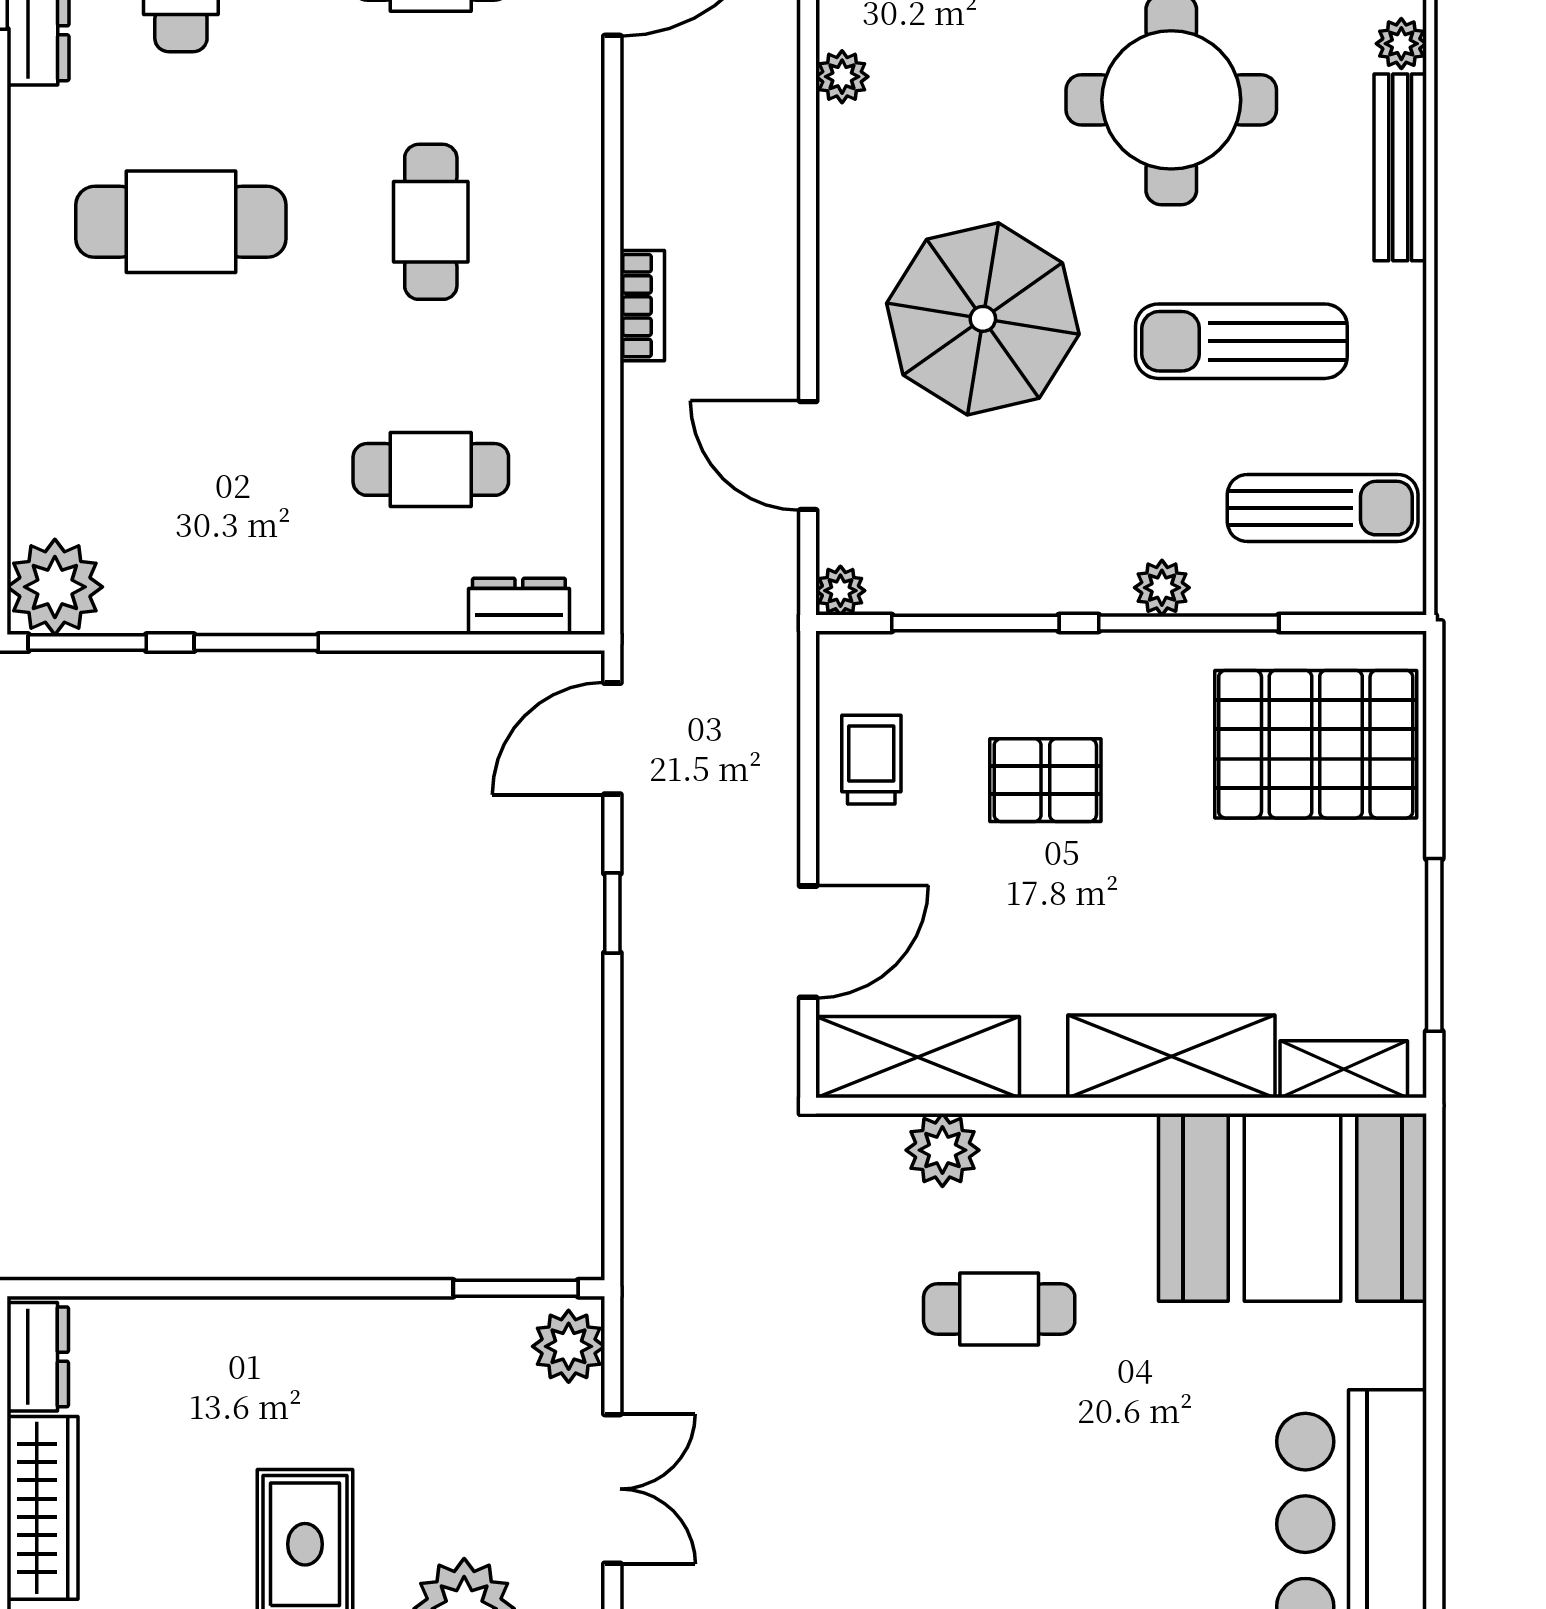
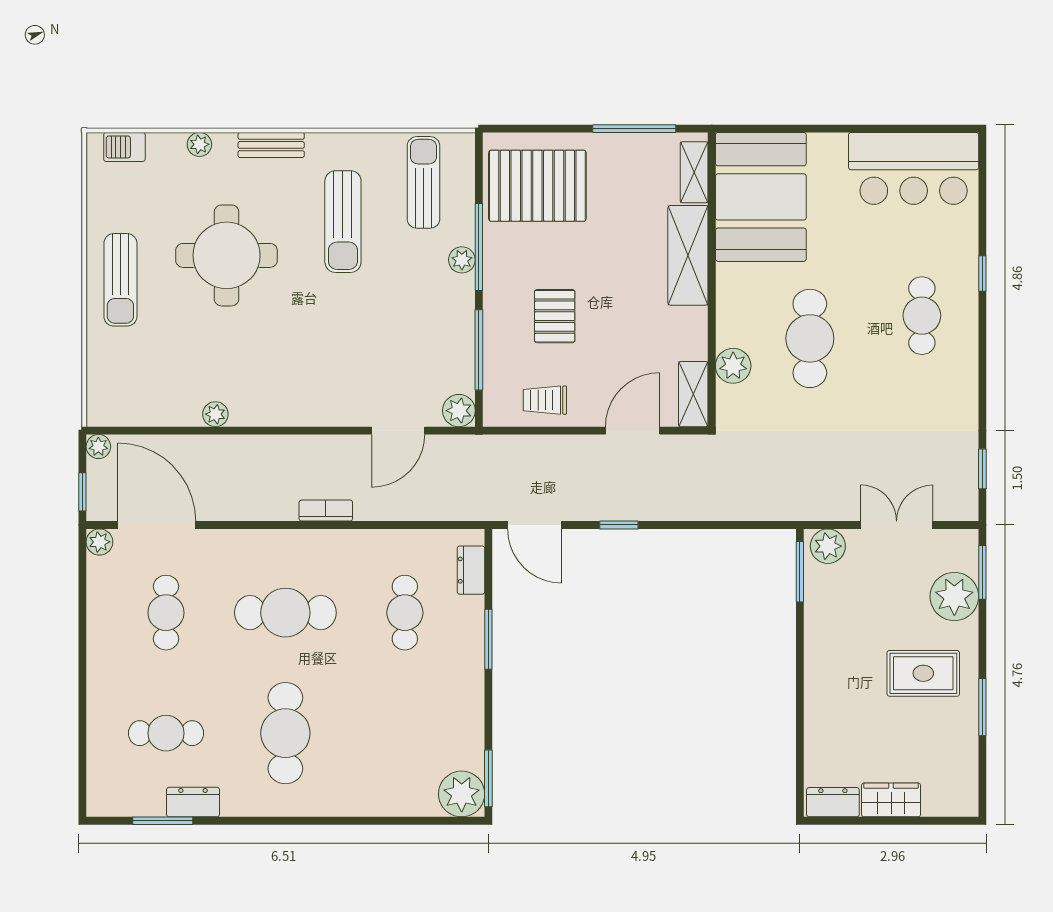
bench: (1400, 167) -> (271, 145), width x0.73
cafe table: (431, 222) -> (285, 613), width x1.37, depth x1.35
parasol: (983, 319) -> (332, 346), removed
plant: (840, 591) -> (459, 411), width x1.38, depth x1.38
window: (256, 643) -> (488, 639), moved
pallet: (1316, 744) -> (537, 186), turned 90
door: (808, 942) -> (633, 431), hinge flipped
shelving: (918, 1057) -> (693, 394), width x0.67, depth x0.75
cafe table: (999, 1309) -> (810, 338), width x1.37, depth x1.35
wardrobe: (43, 1508) -> (891, 800), width x0.67
cafe table: (1046, 1541) -> (922, 316), added

